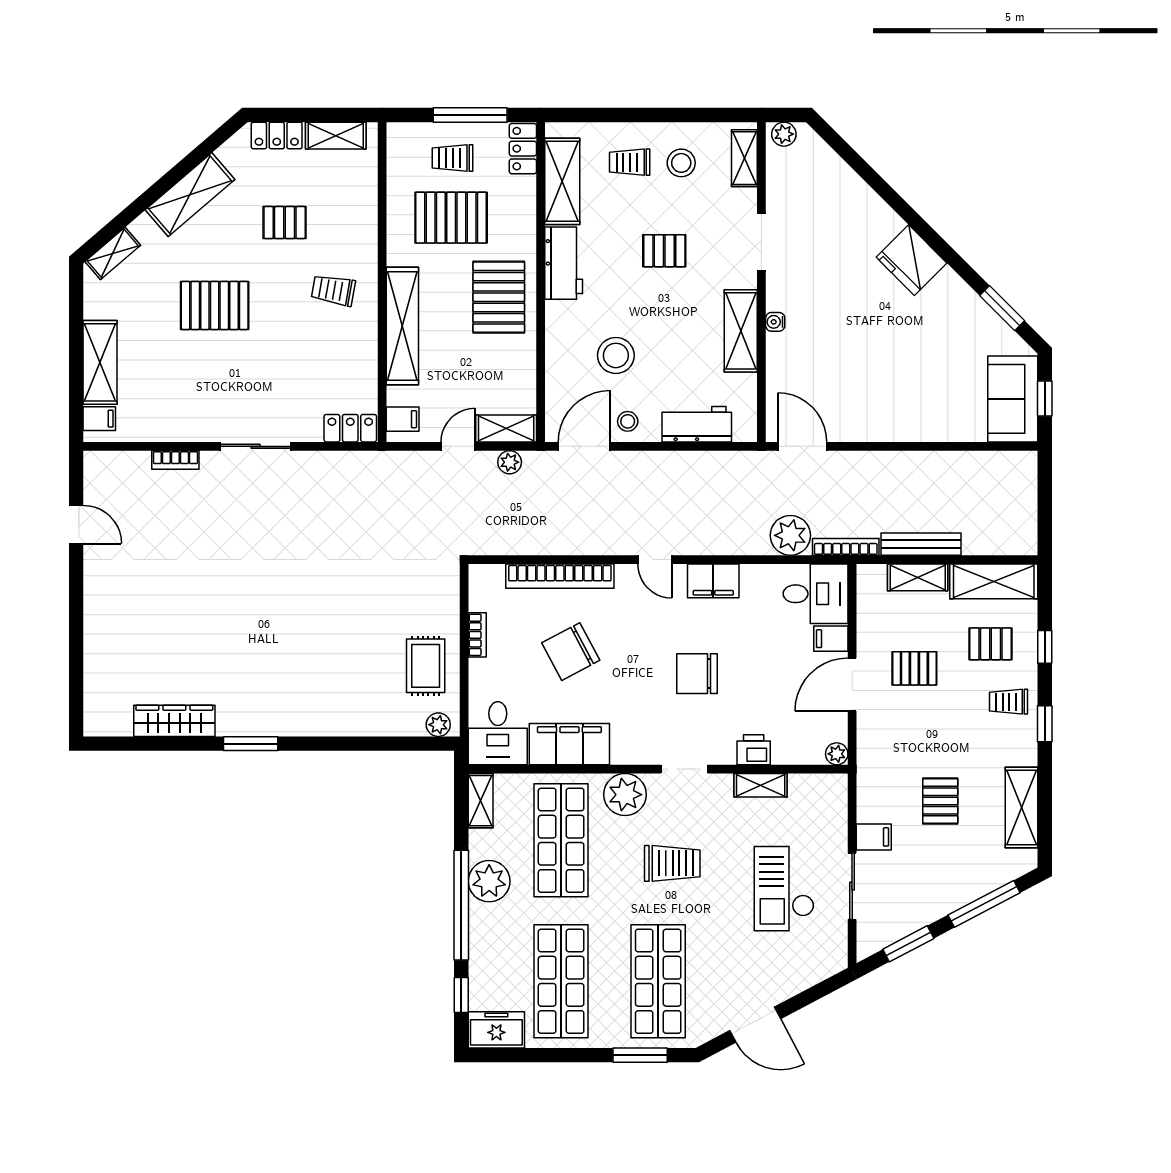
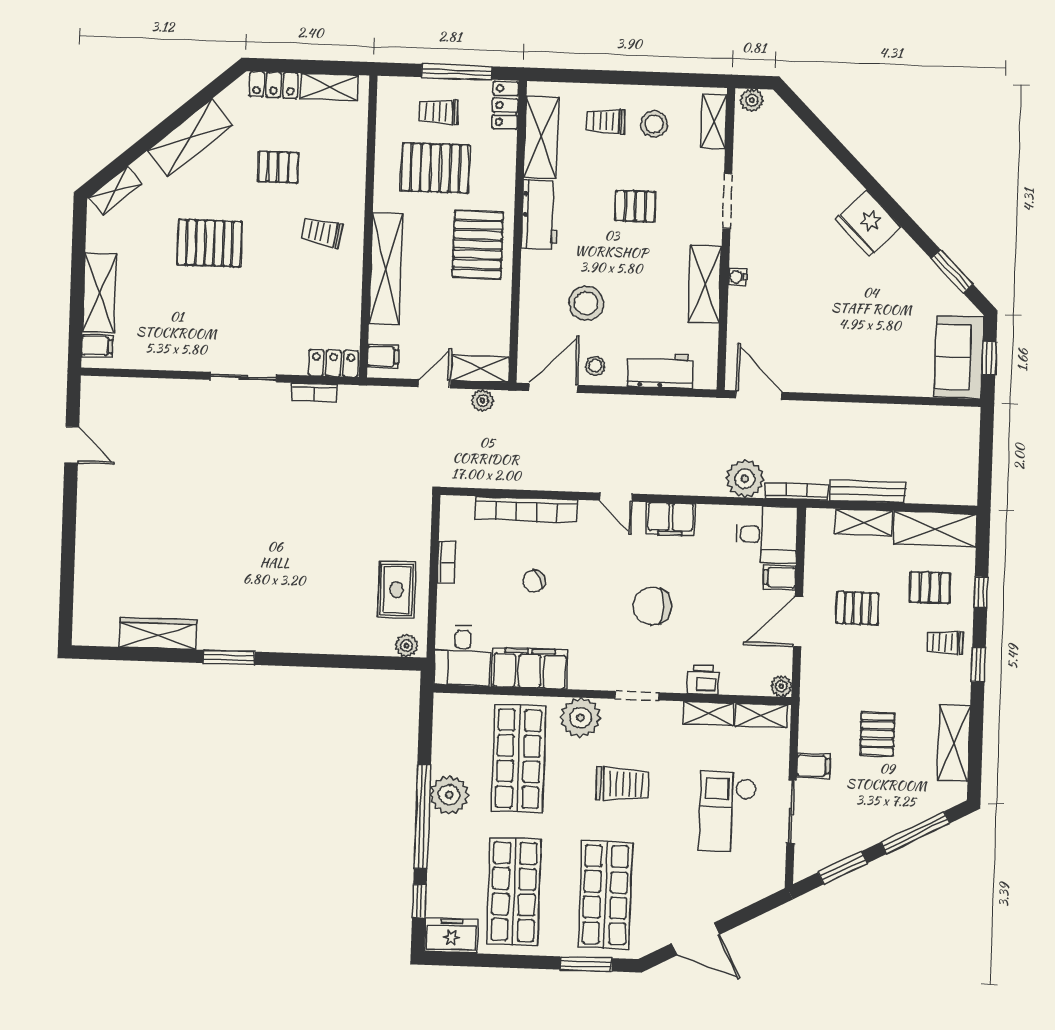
bookcase: (175, 460) -> (314, 392), moved
chair: (571, 652) -> (534, 581), width x0.54, depth x0.54
shelving: (481, 801) -> (761, 716), moved, turned 90

